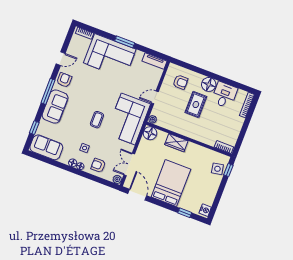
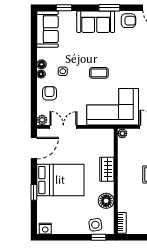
window: (48, 91) -> (109, 8), width x0.69
floor lamp: (150, 133) -> (106, 201), moved
window: (185, 213) -> (34, 192), moved

